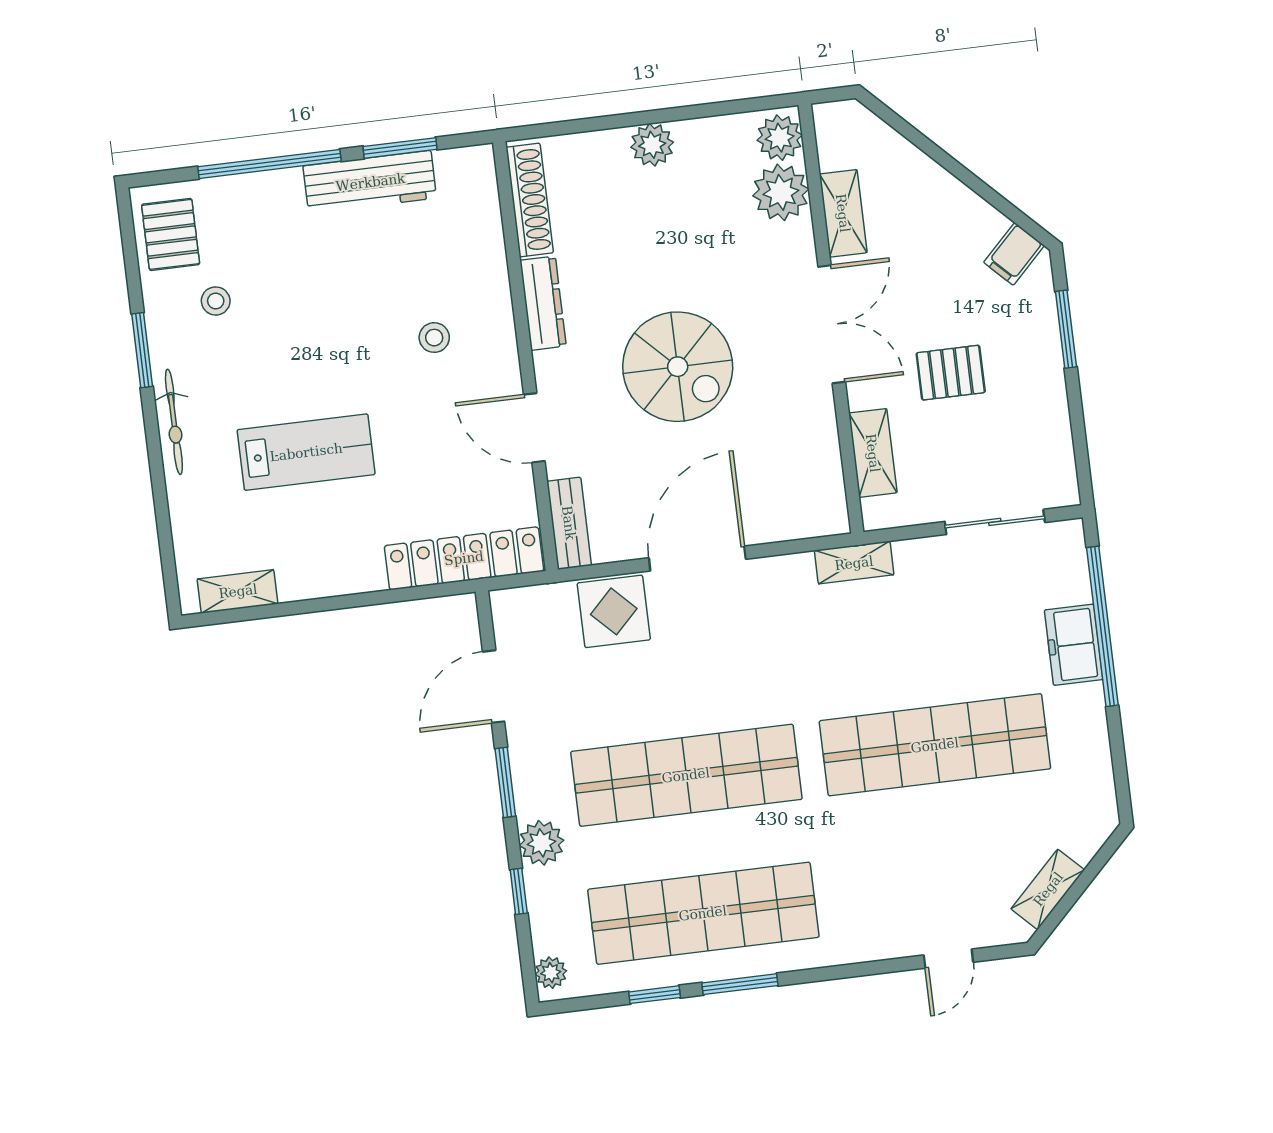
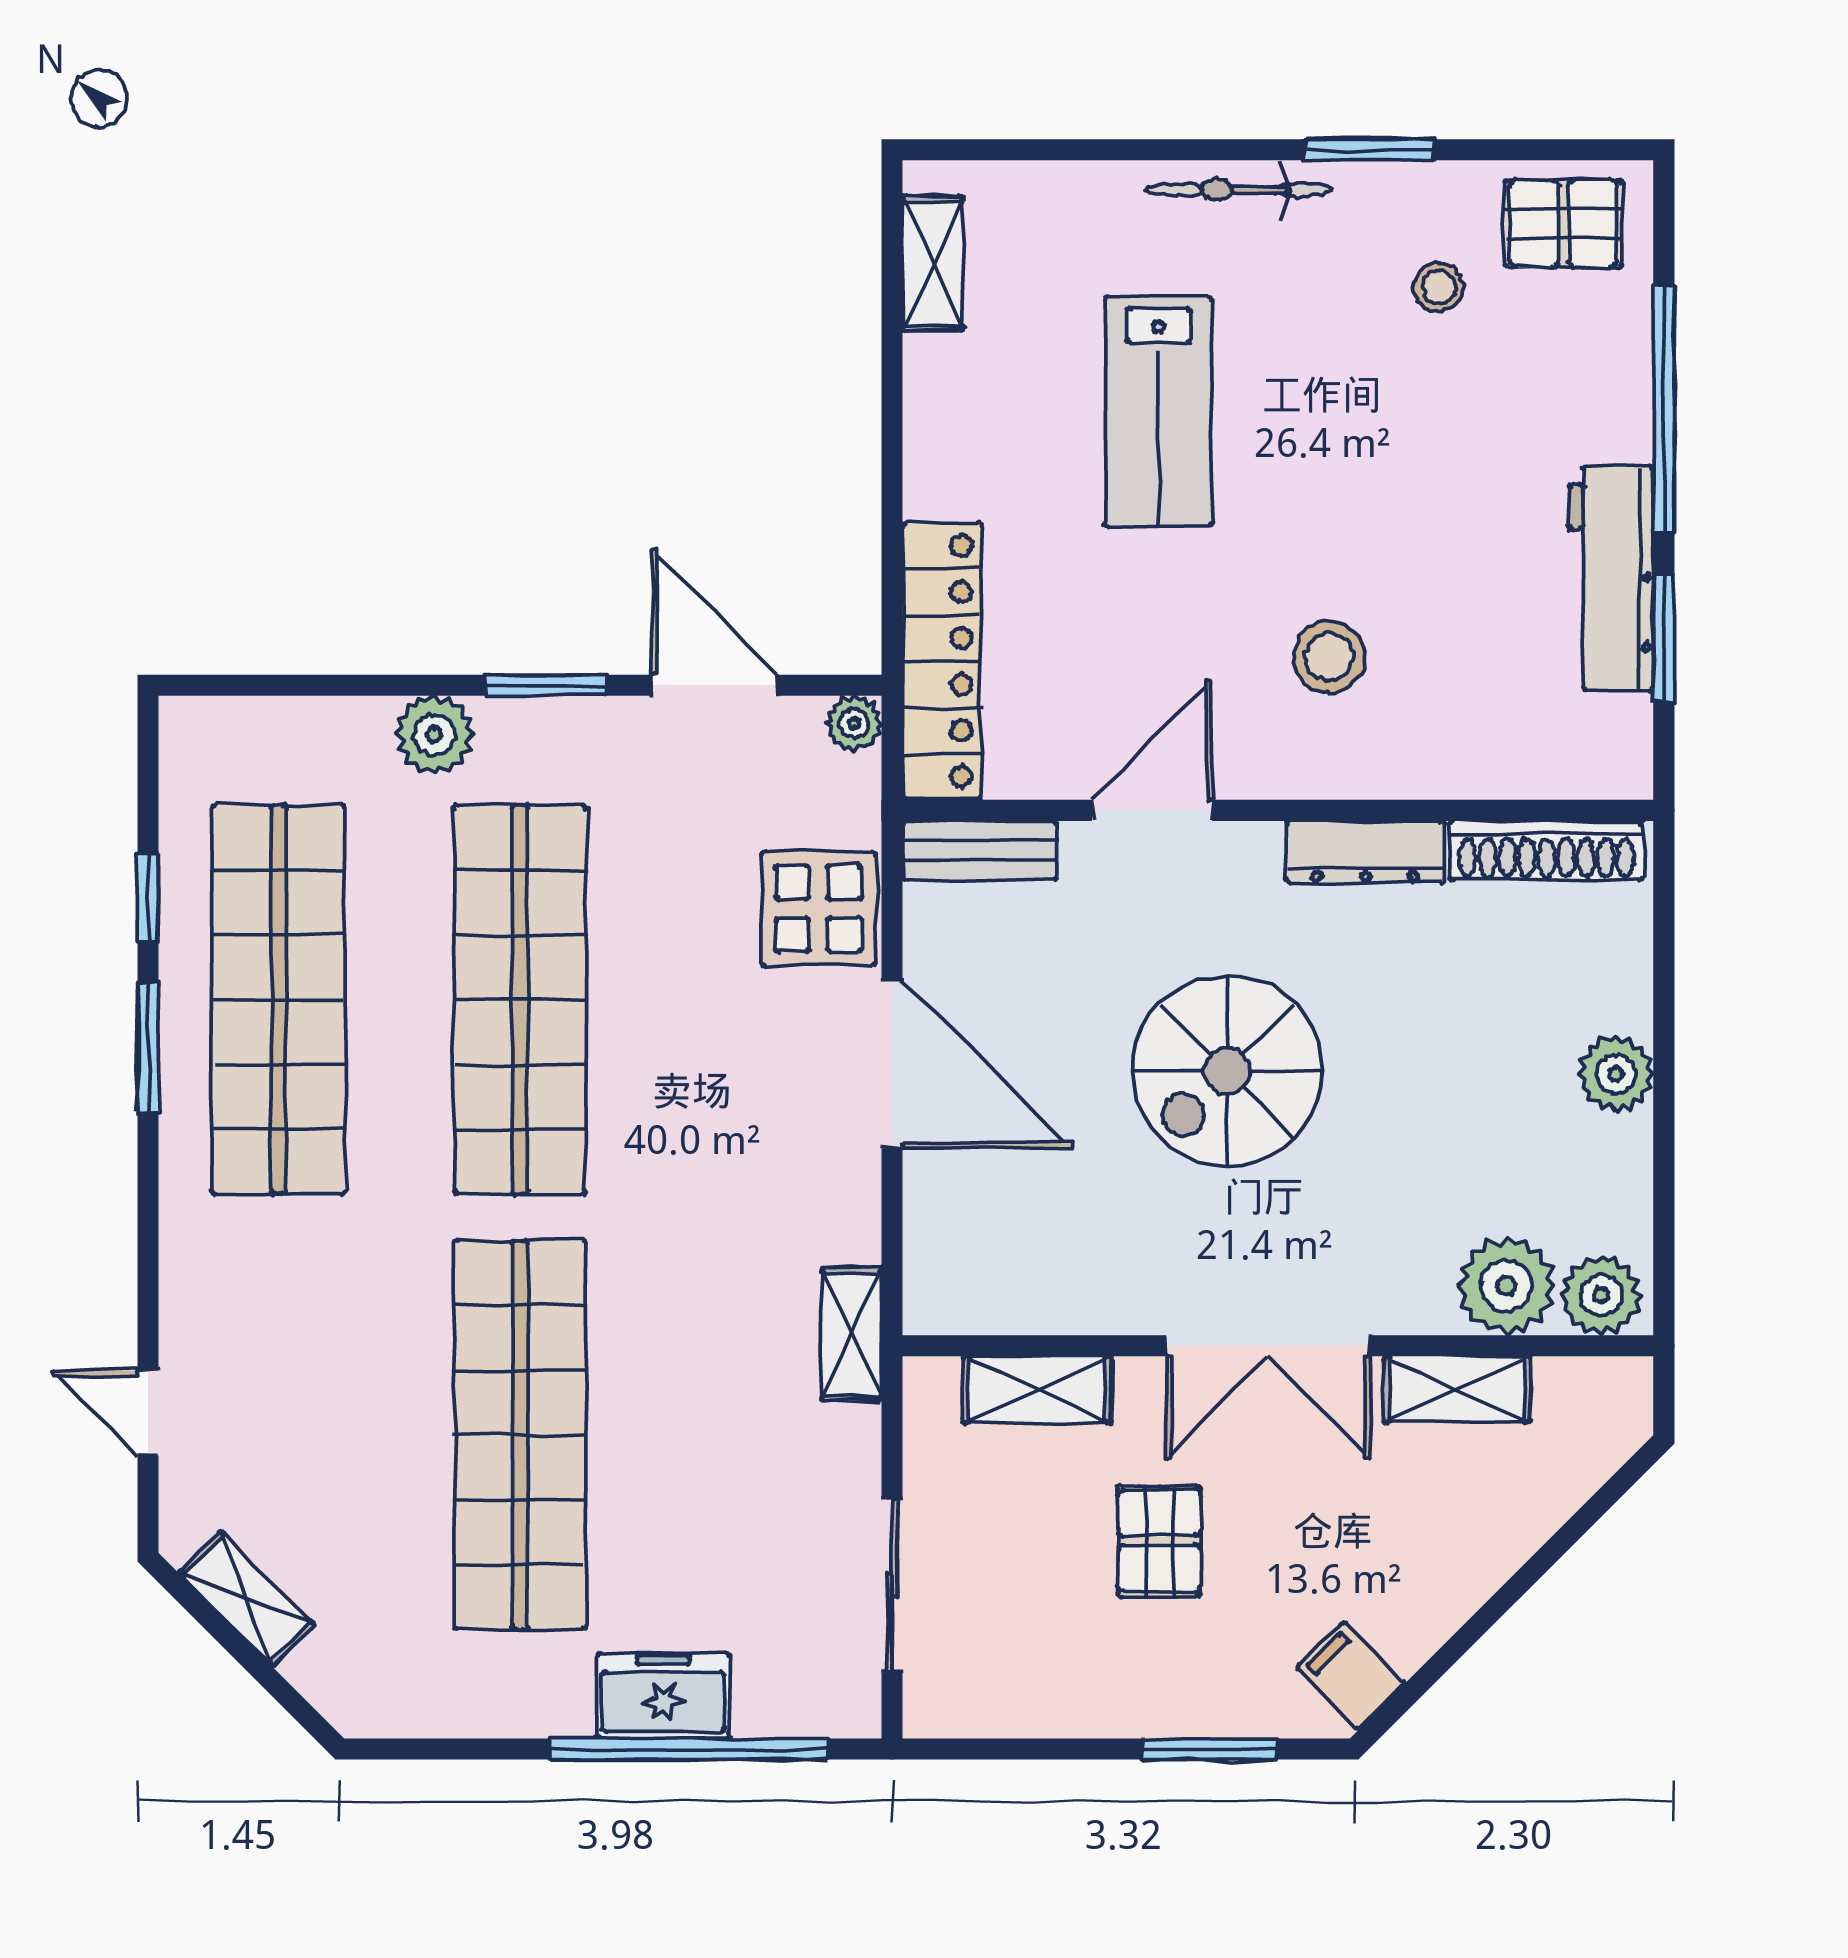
stool: (434, 338) -> (1329, 657), width x1.37, depth x1.37
window: (519, 891) -> (355, 685), removed
plant: (551, 973) -> (854, 723), moved

